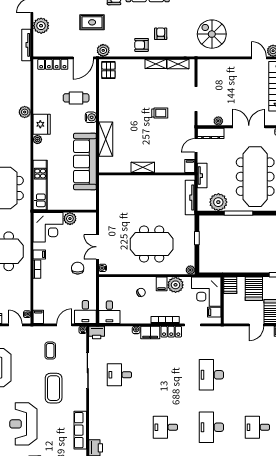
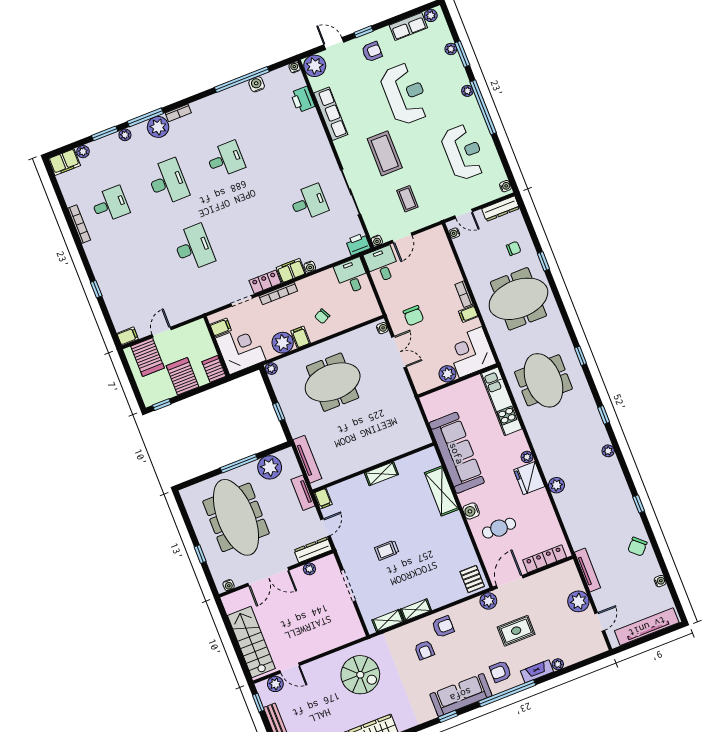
filing cabinet: (38, 317) -> (439, 235), removed

